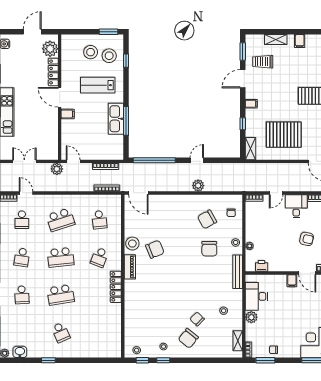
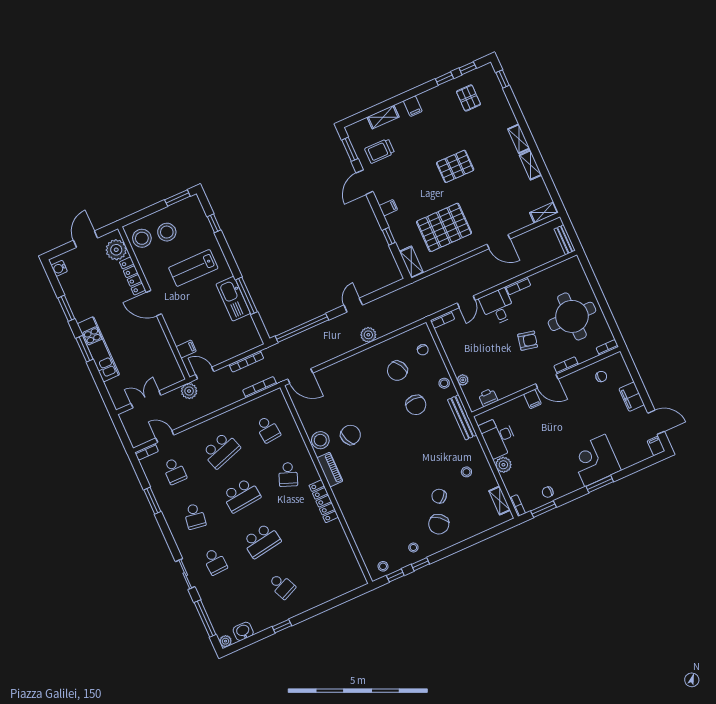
stool: (109, 56) -> (142, 238), moved
filing cabinet: (68, 114) -> (186, 349), moved

